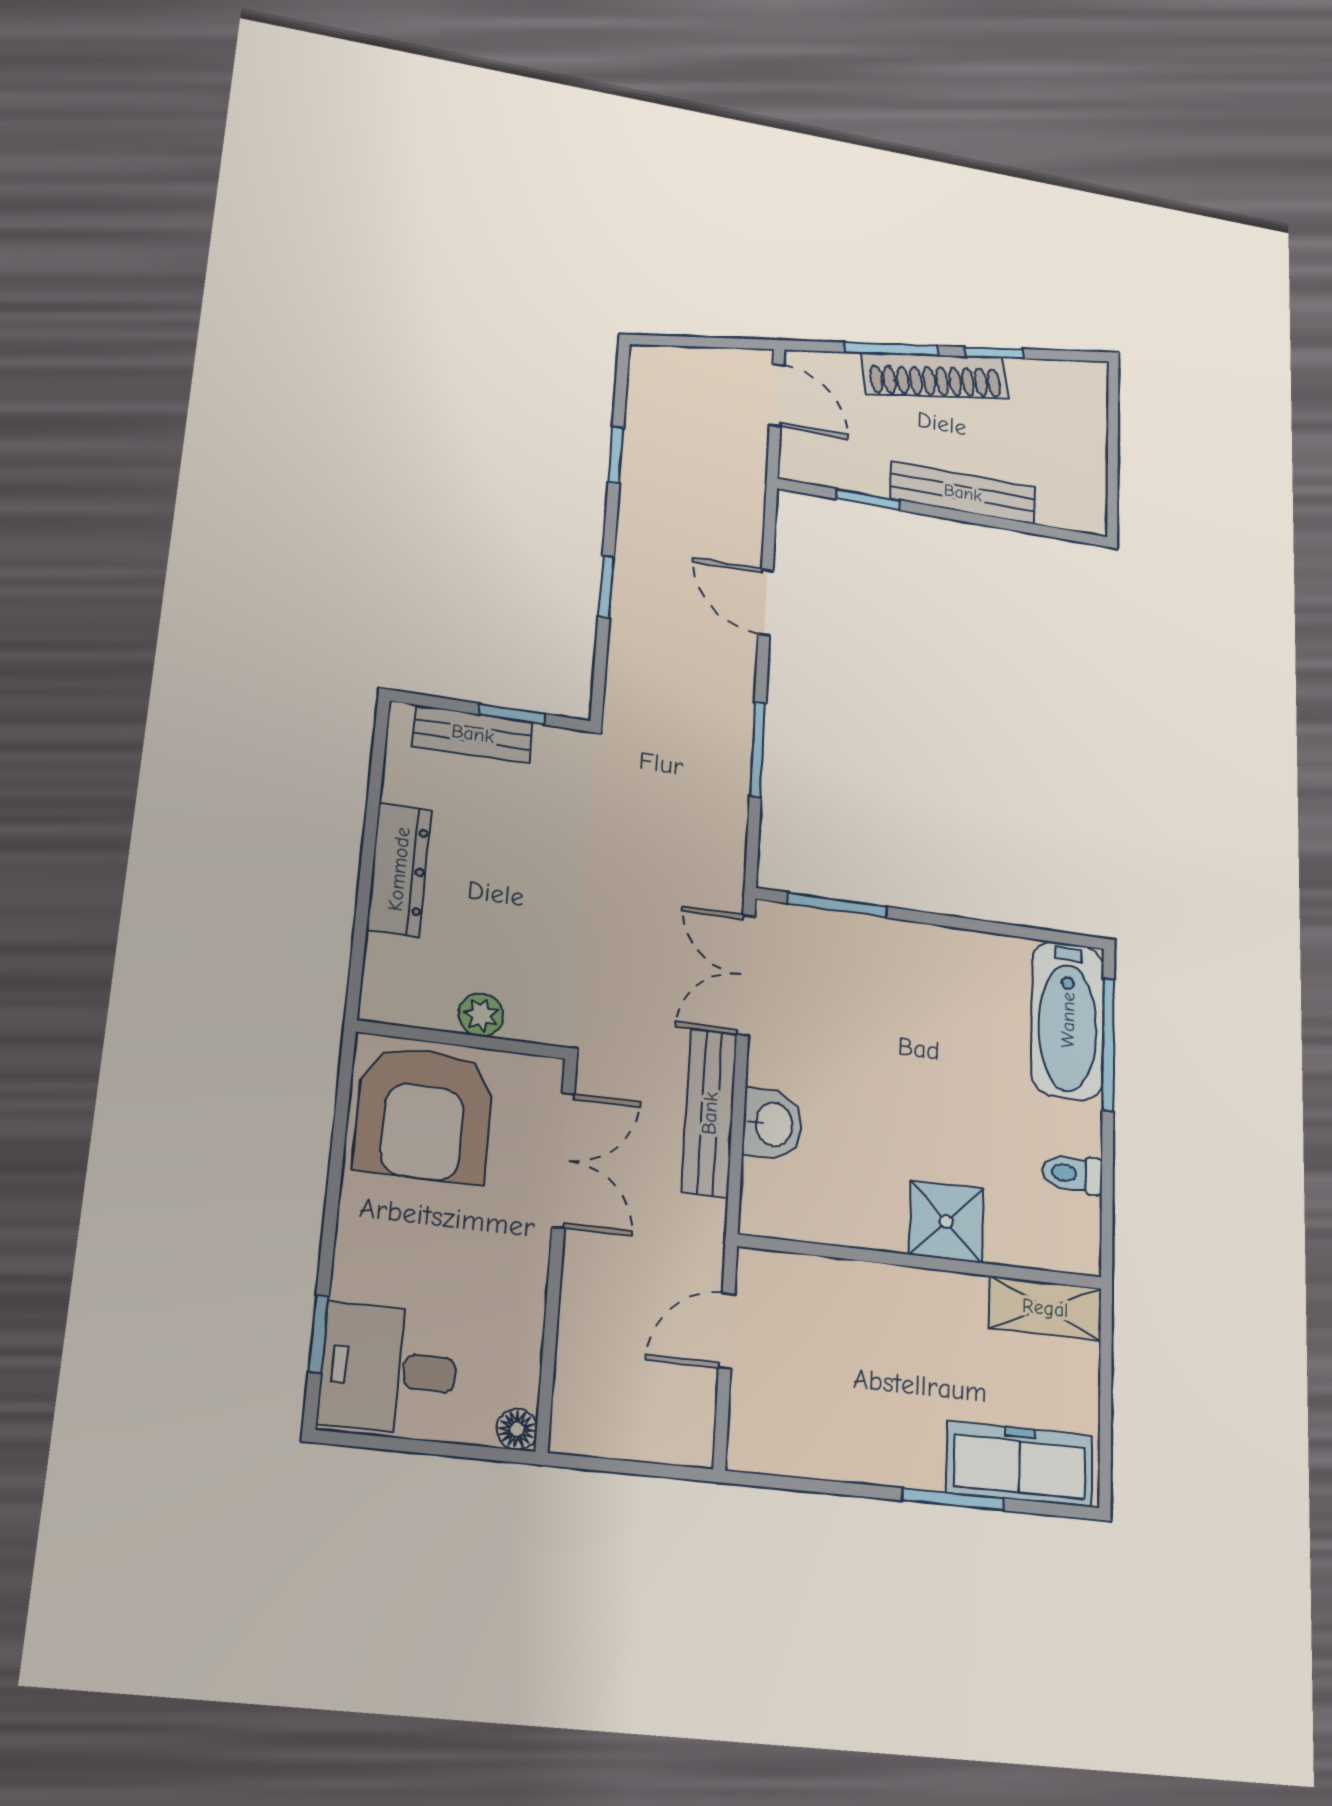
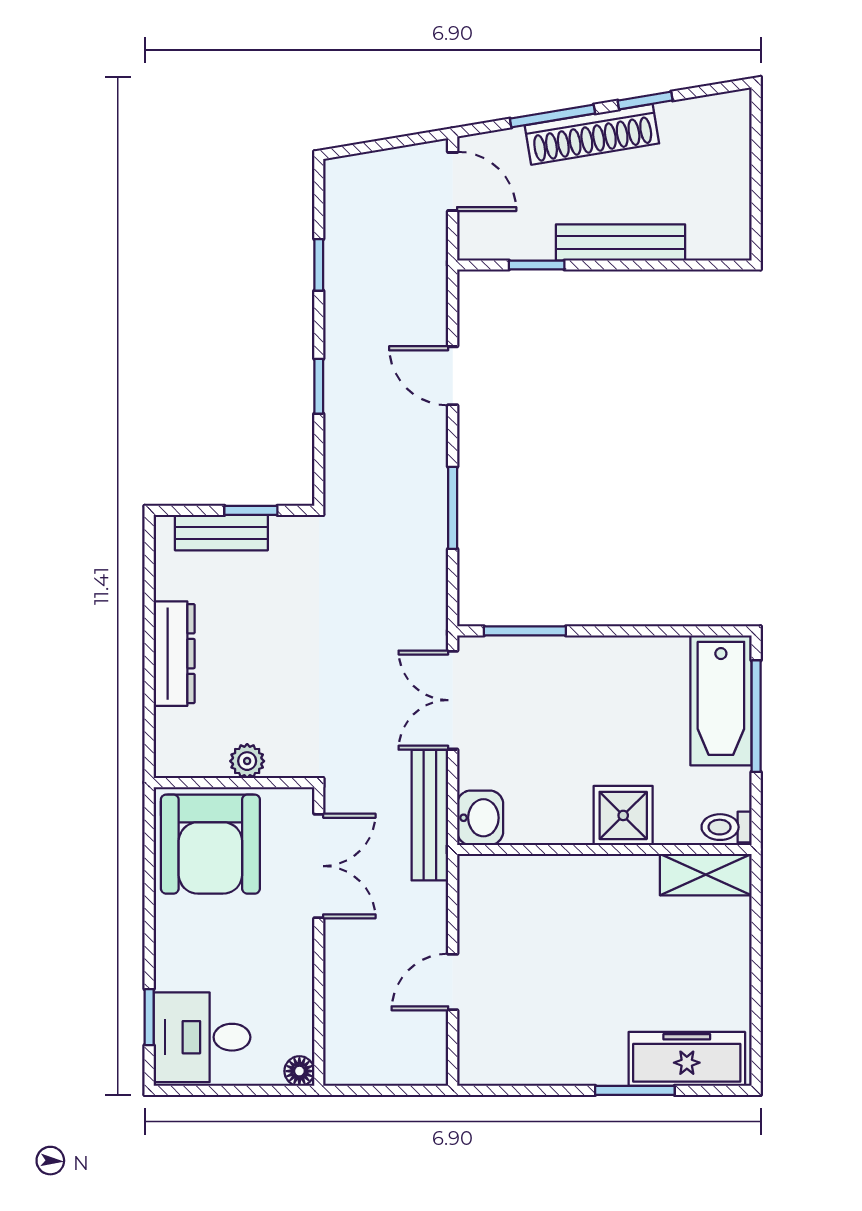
shower: (946, 1222) -> (623, 815), moved
wall: (922, 1262) -> (604, 849), moved
shelving: (1045, 1308) -> (706, 875), moved

